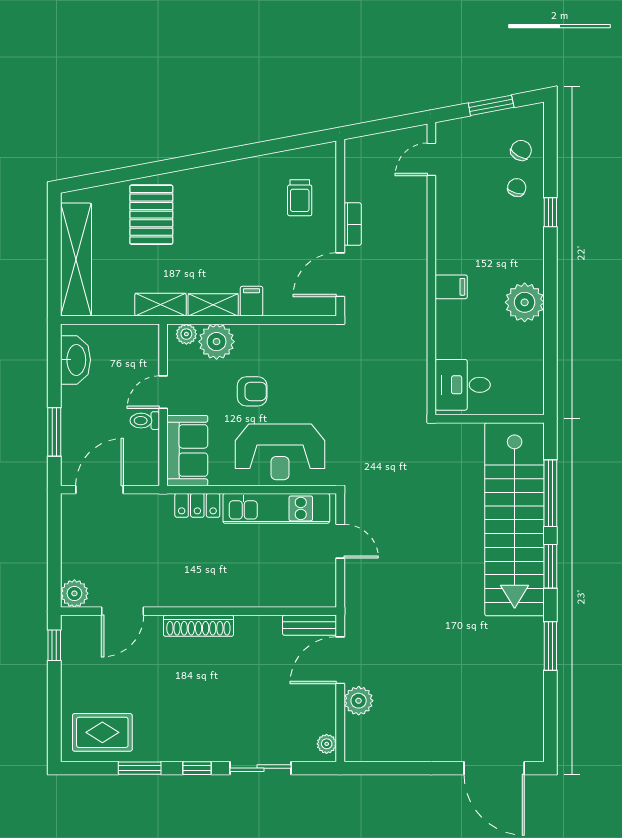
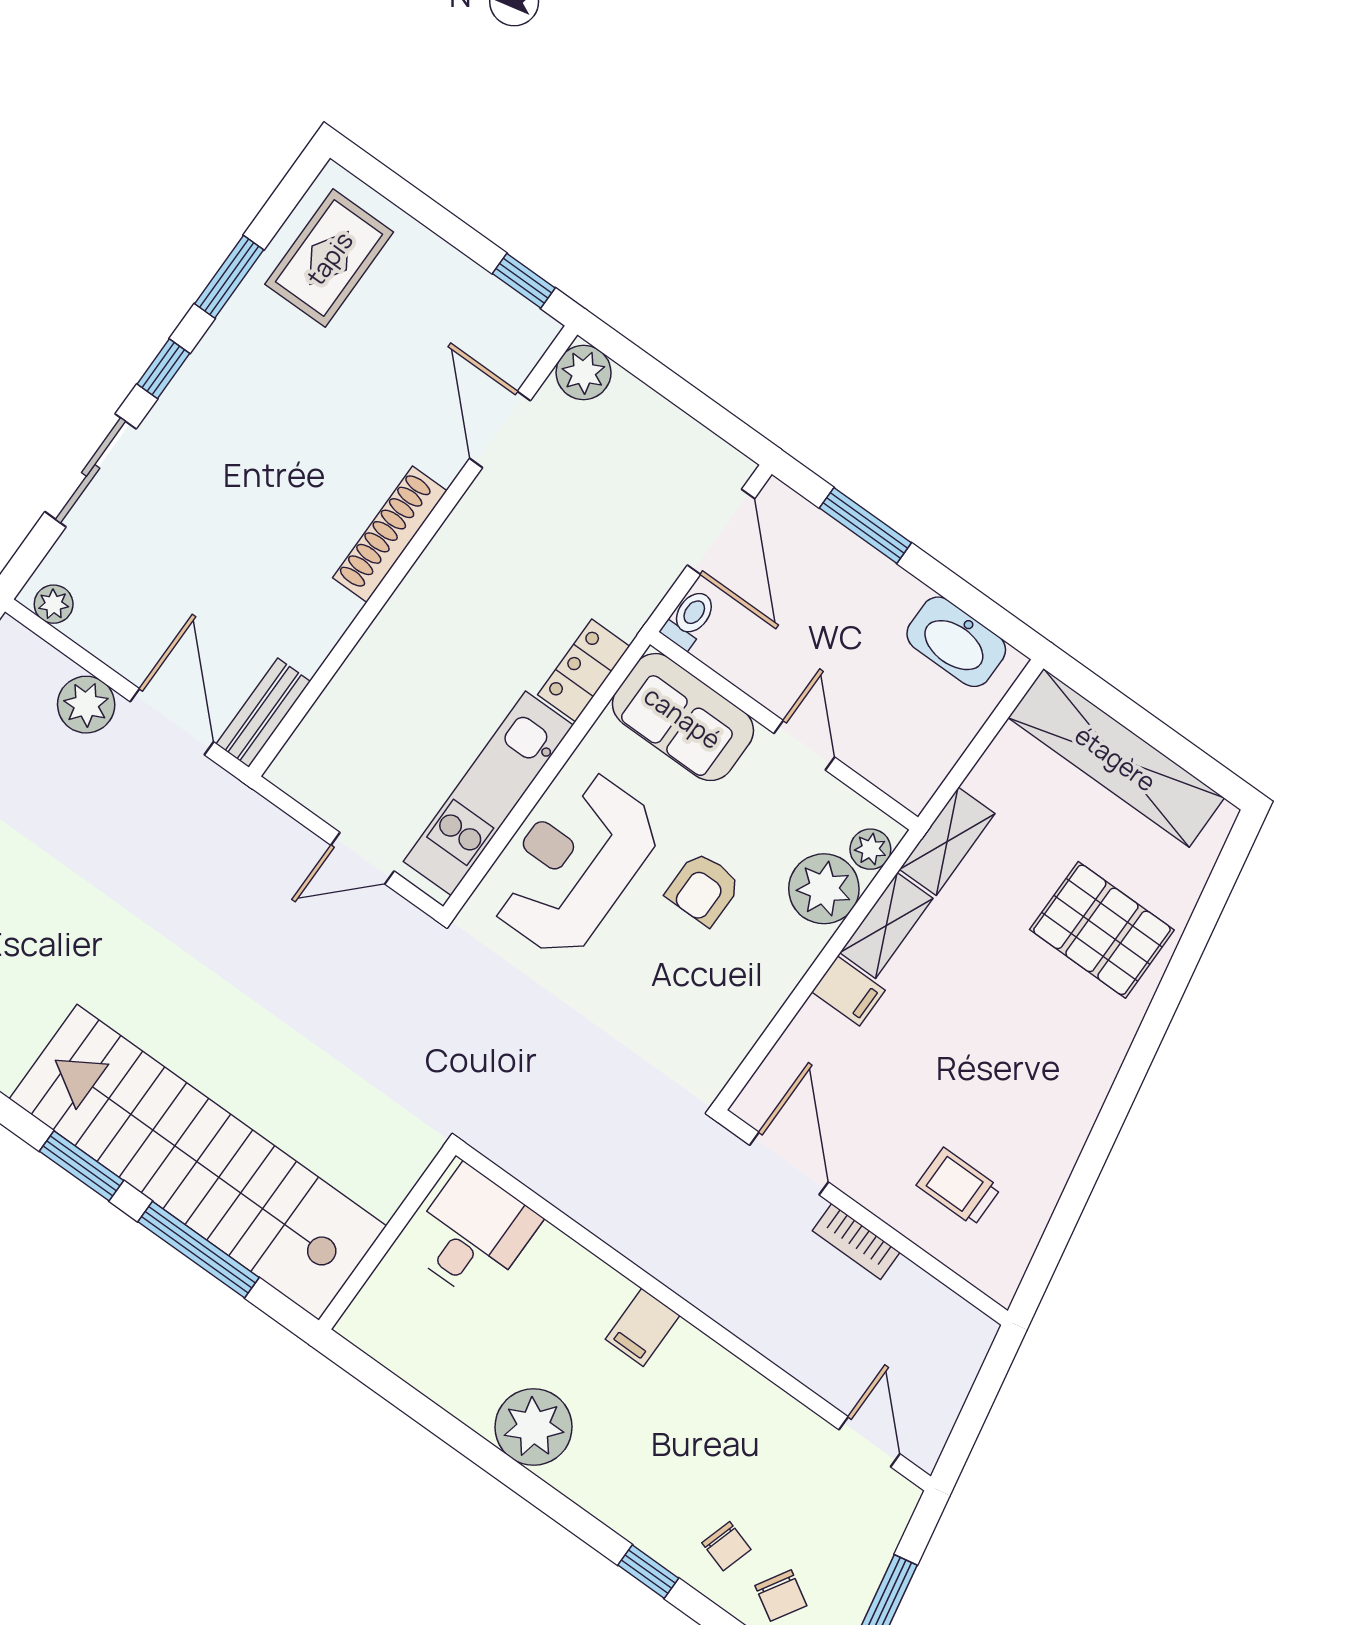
toilet: (145, 421) -> (690, 619), moved

